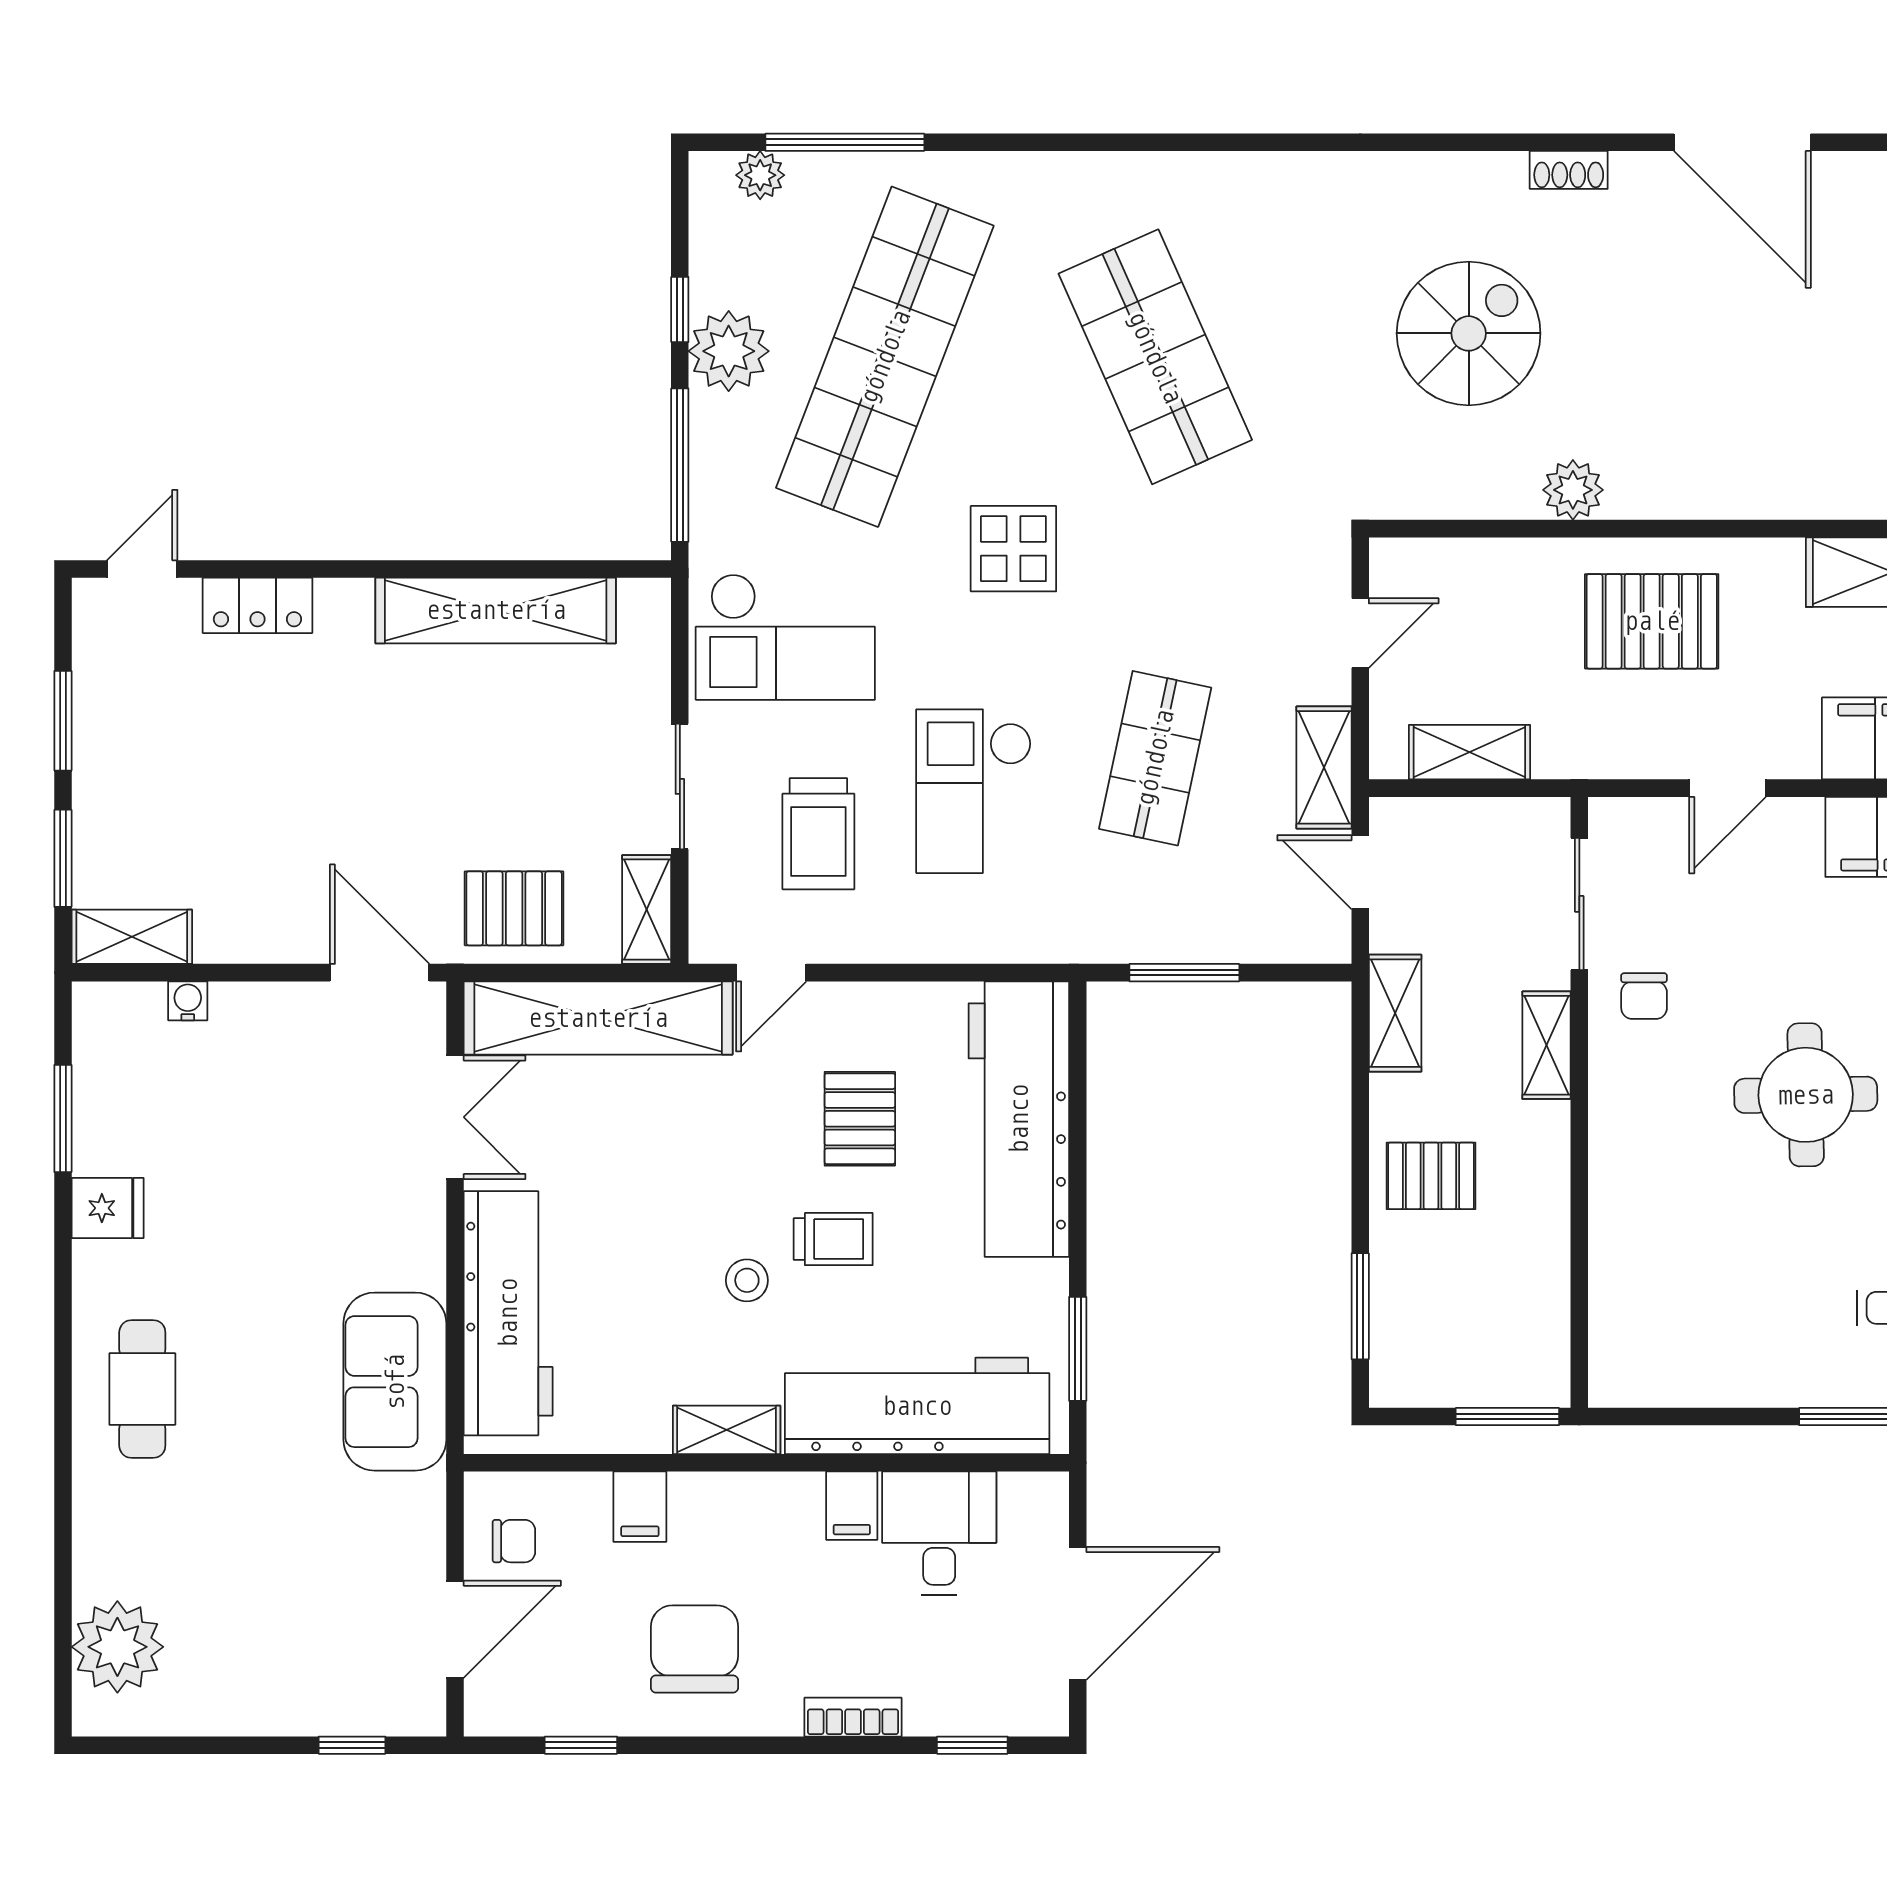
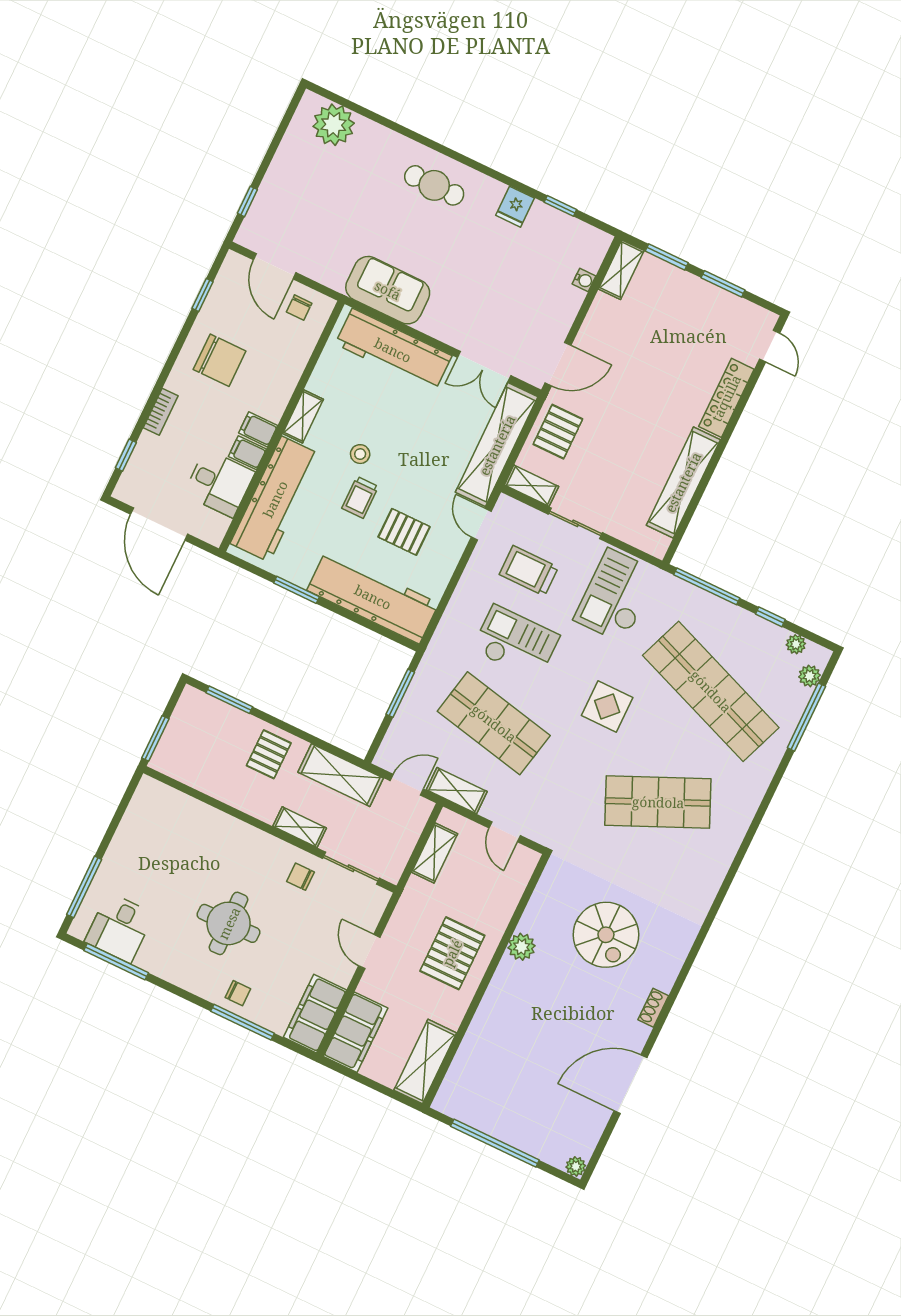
plant: (729, 351) -> (796, 644), moved, width x0.53, depth x0.53
locker: (257, 605) -> (726, 398), width x1.53
shop shelf: (1155, 758) -> (494, 723), width x1.43, depth x1.36
shelving: (1395, 1013) -> (341, 775), width x1.50, depth x1.33
window: (63, 1119) -> (560, 206), width x0.67
window: (1078, 1349) -> (297, 590), moved
filing cabinet: (640, 1507) -> (258, 429), moved

